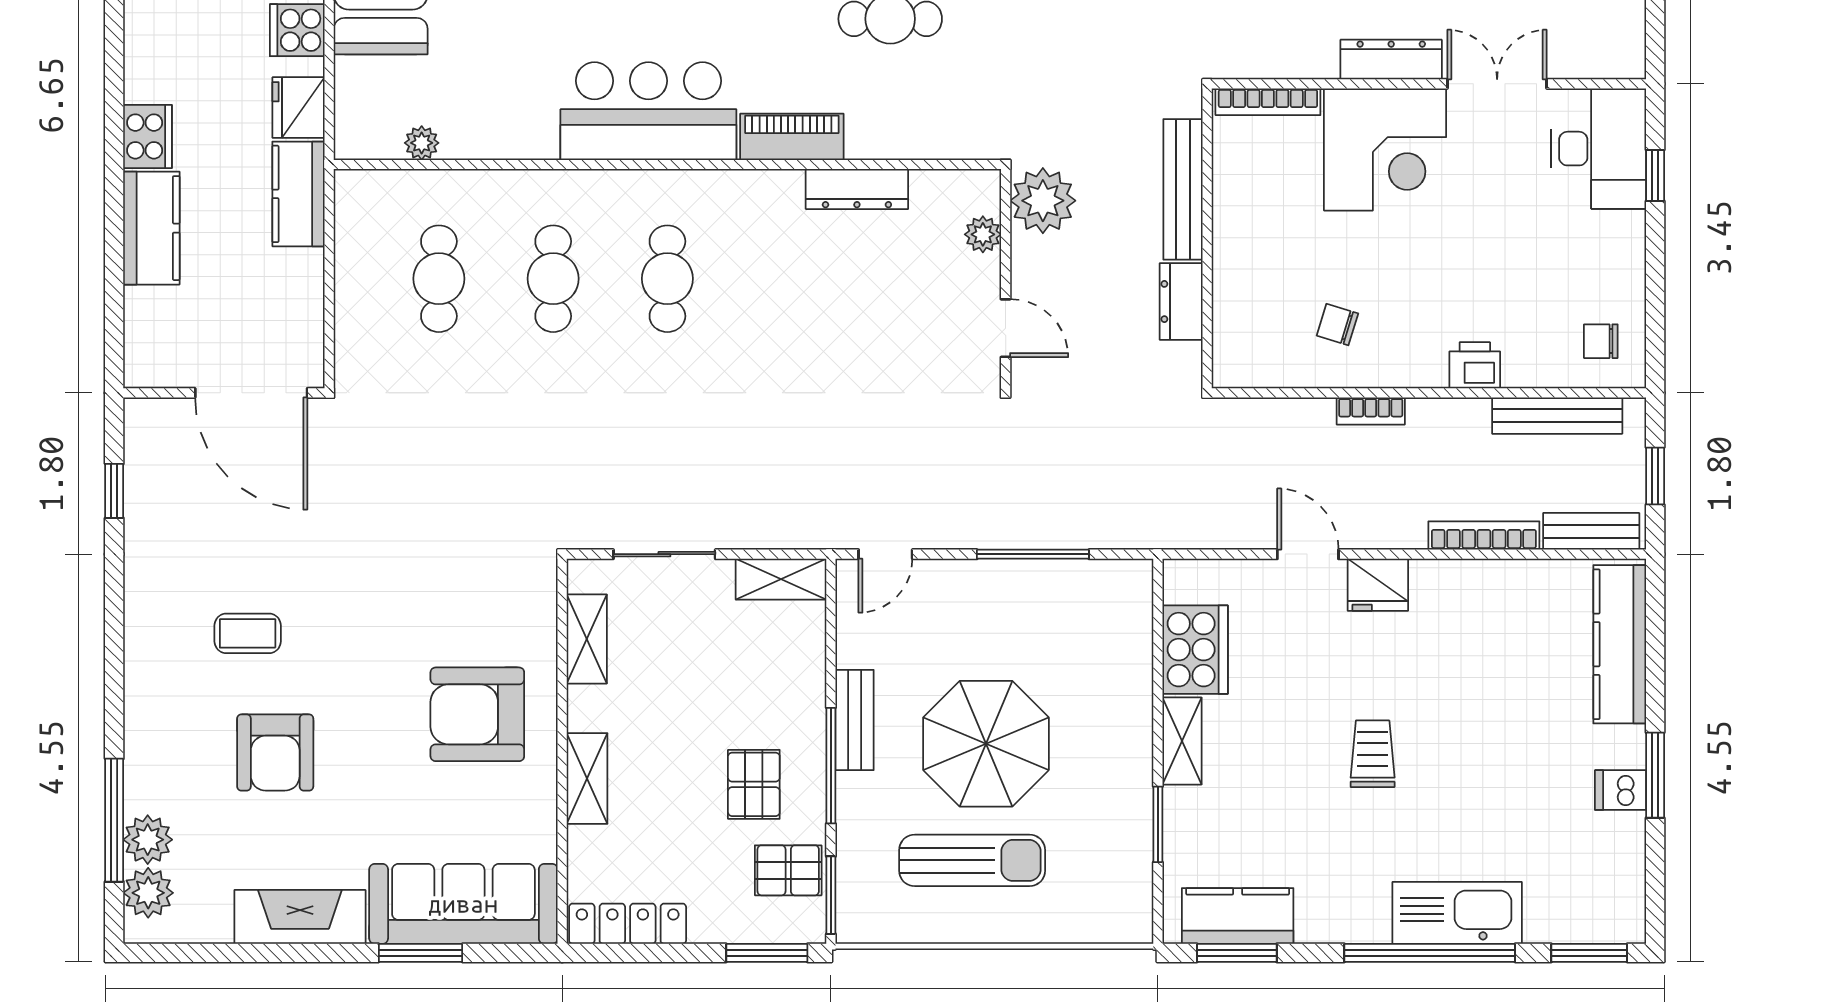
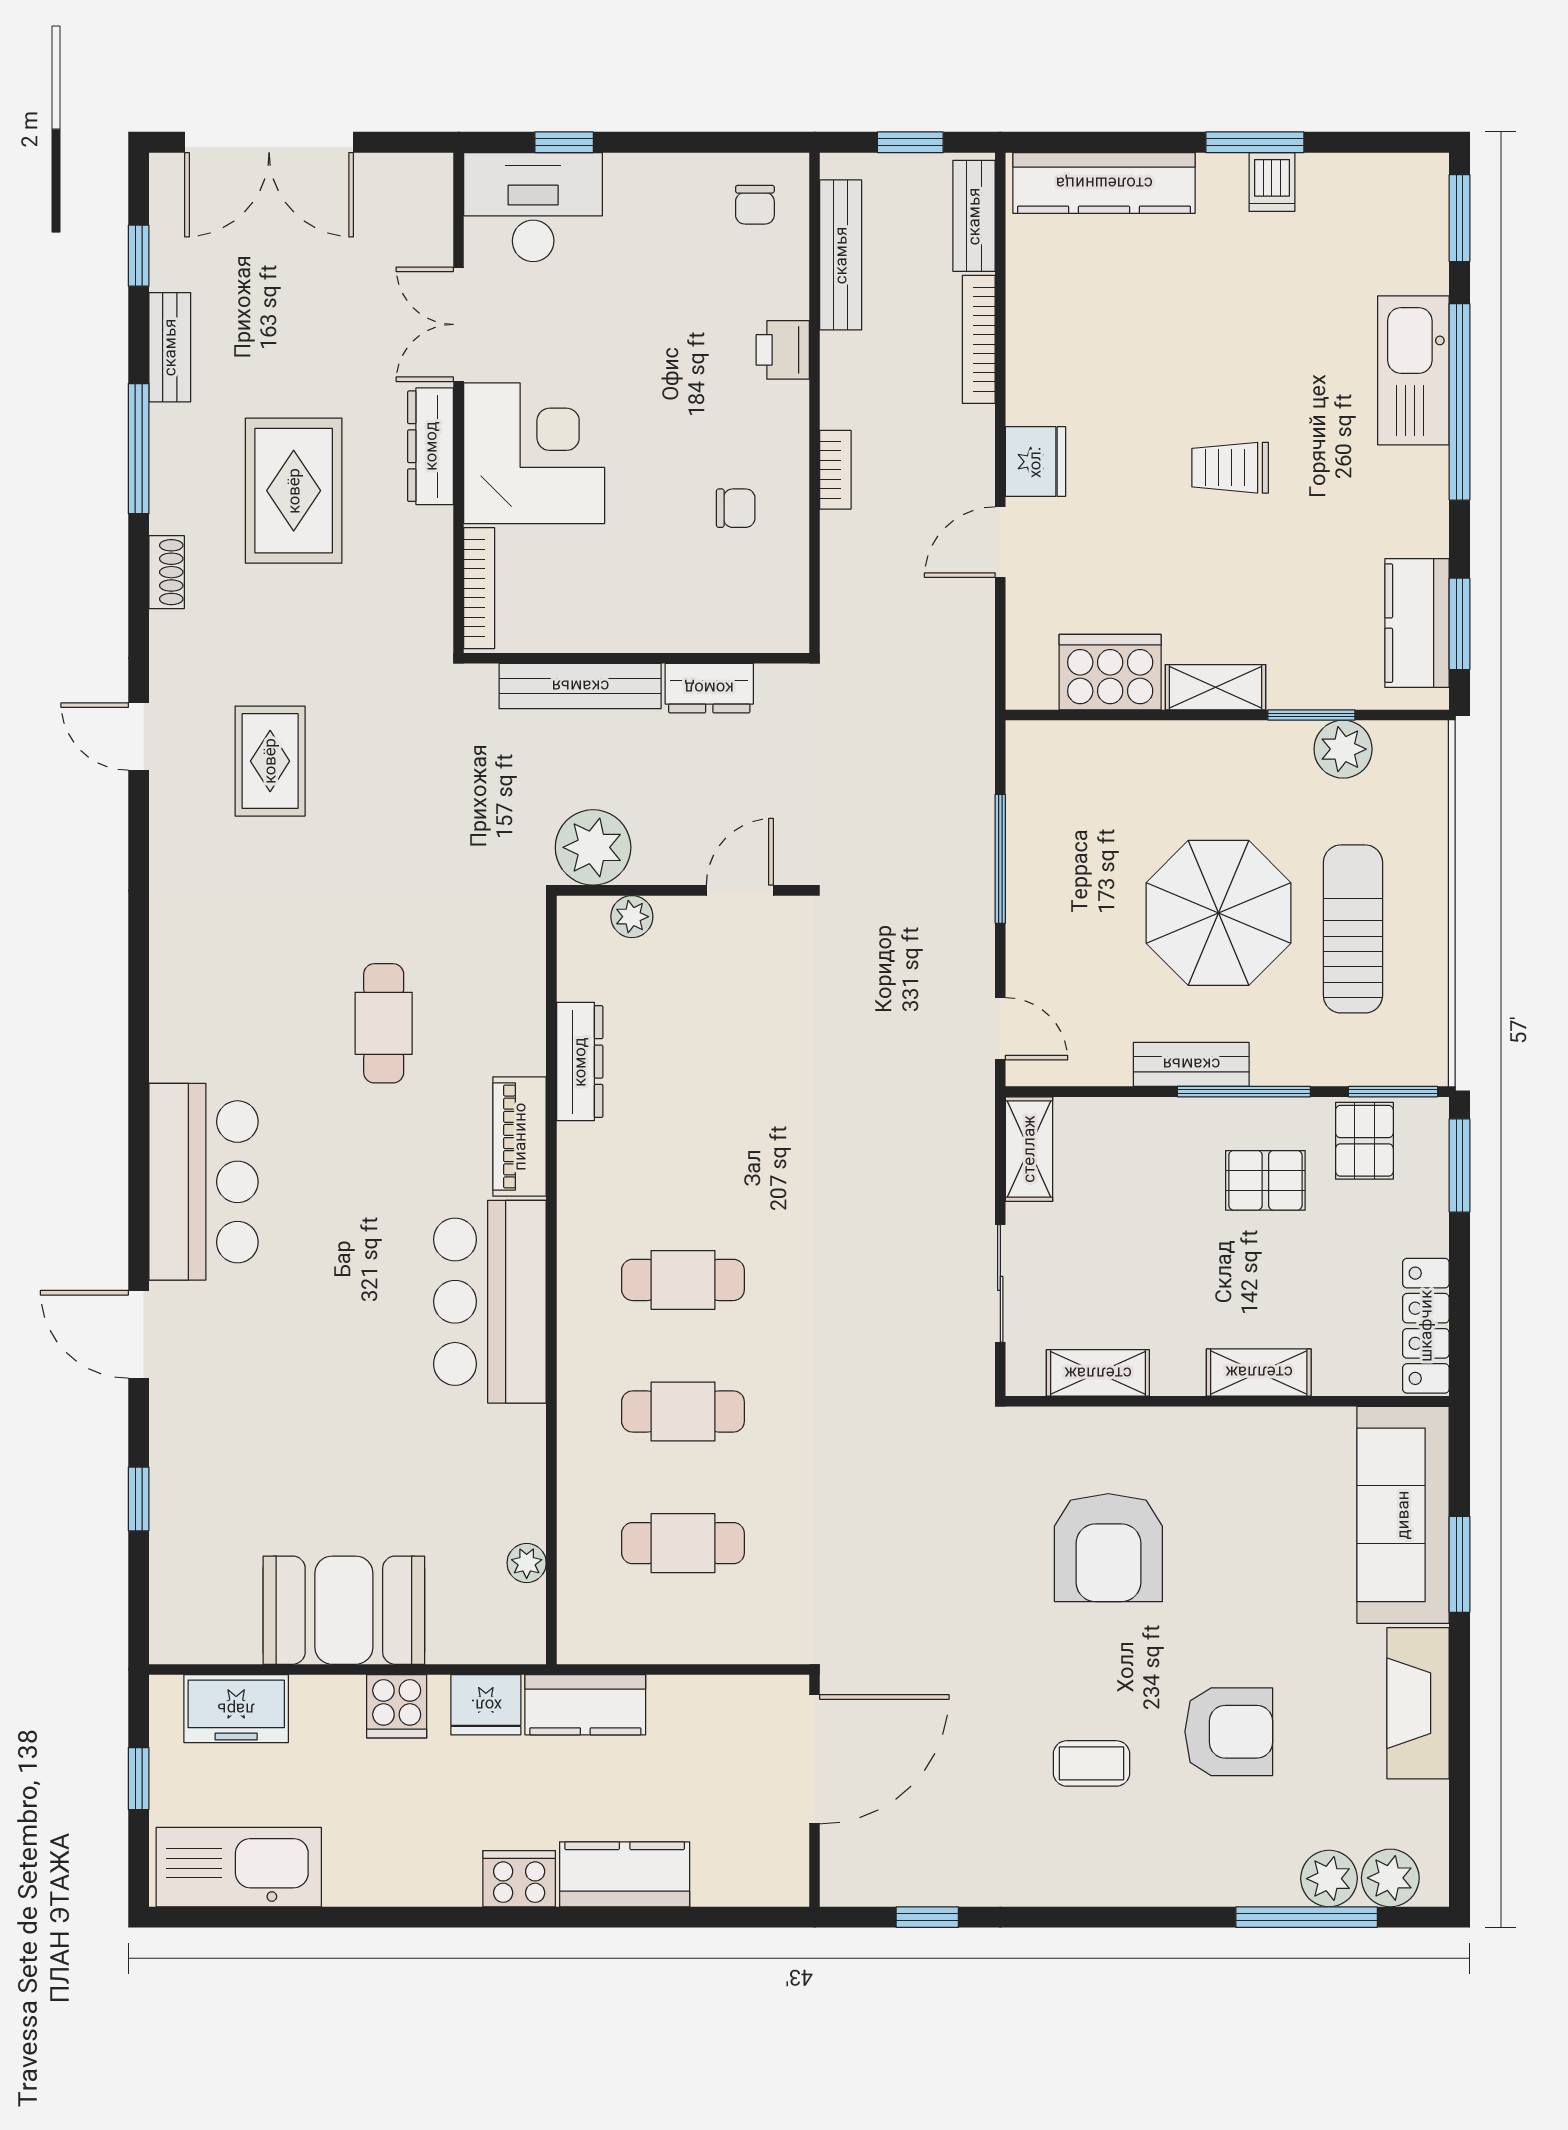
chair: (1337, 325) -> (736, 508), turned -107
coffee table: (248, 633) -> (1092, 1763), turned 90
armchair: (477, 714) -> (1108, 1548), moved
plant: (1128, 852) -> (1343, 749), added

